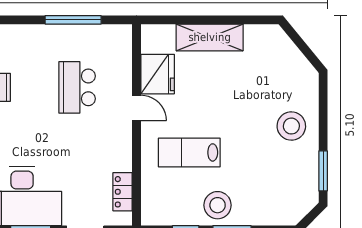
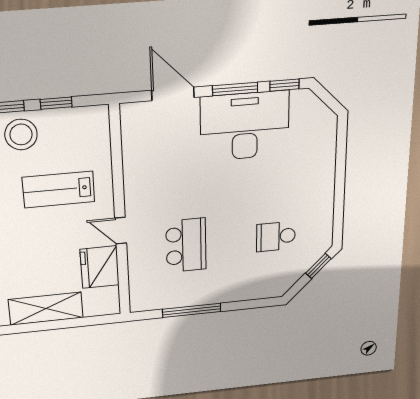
lab bench: (189, 152) -> (59, 190), turned 180
locker: (123, 192) -> (132, 140), removed

